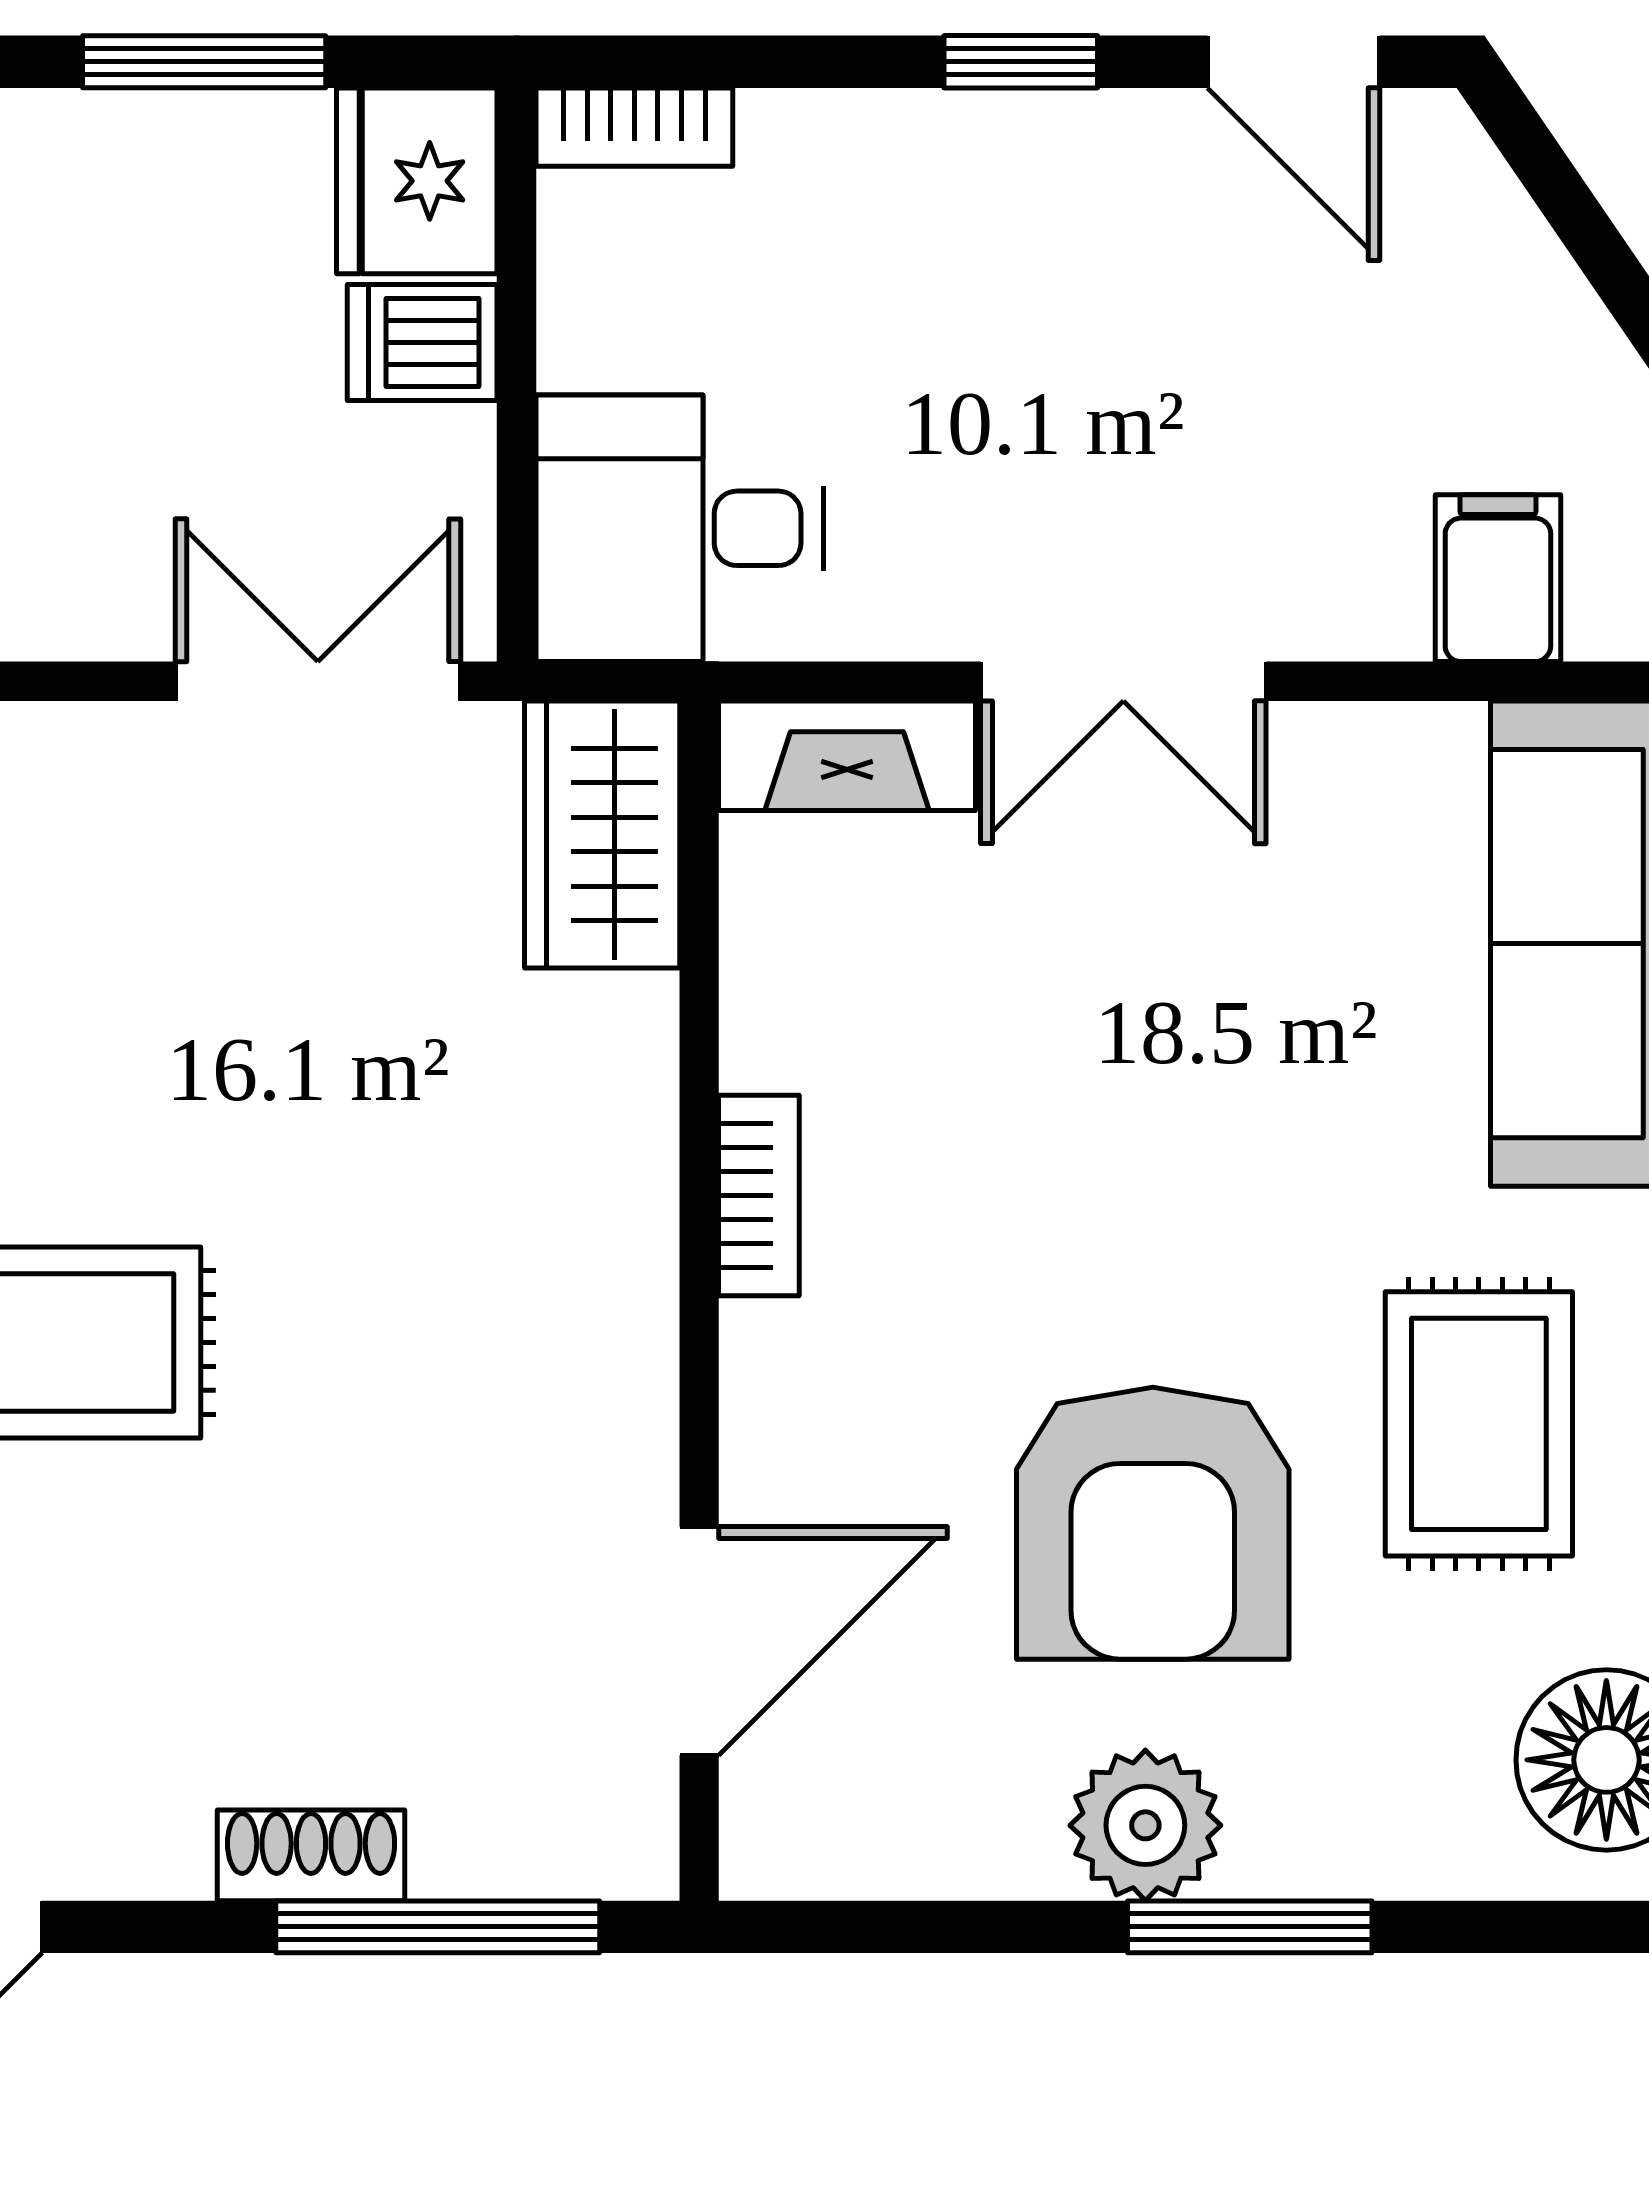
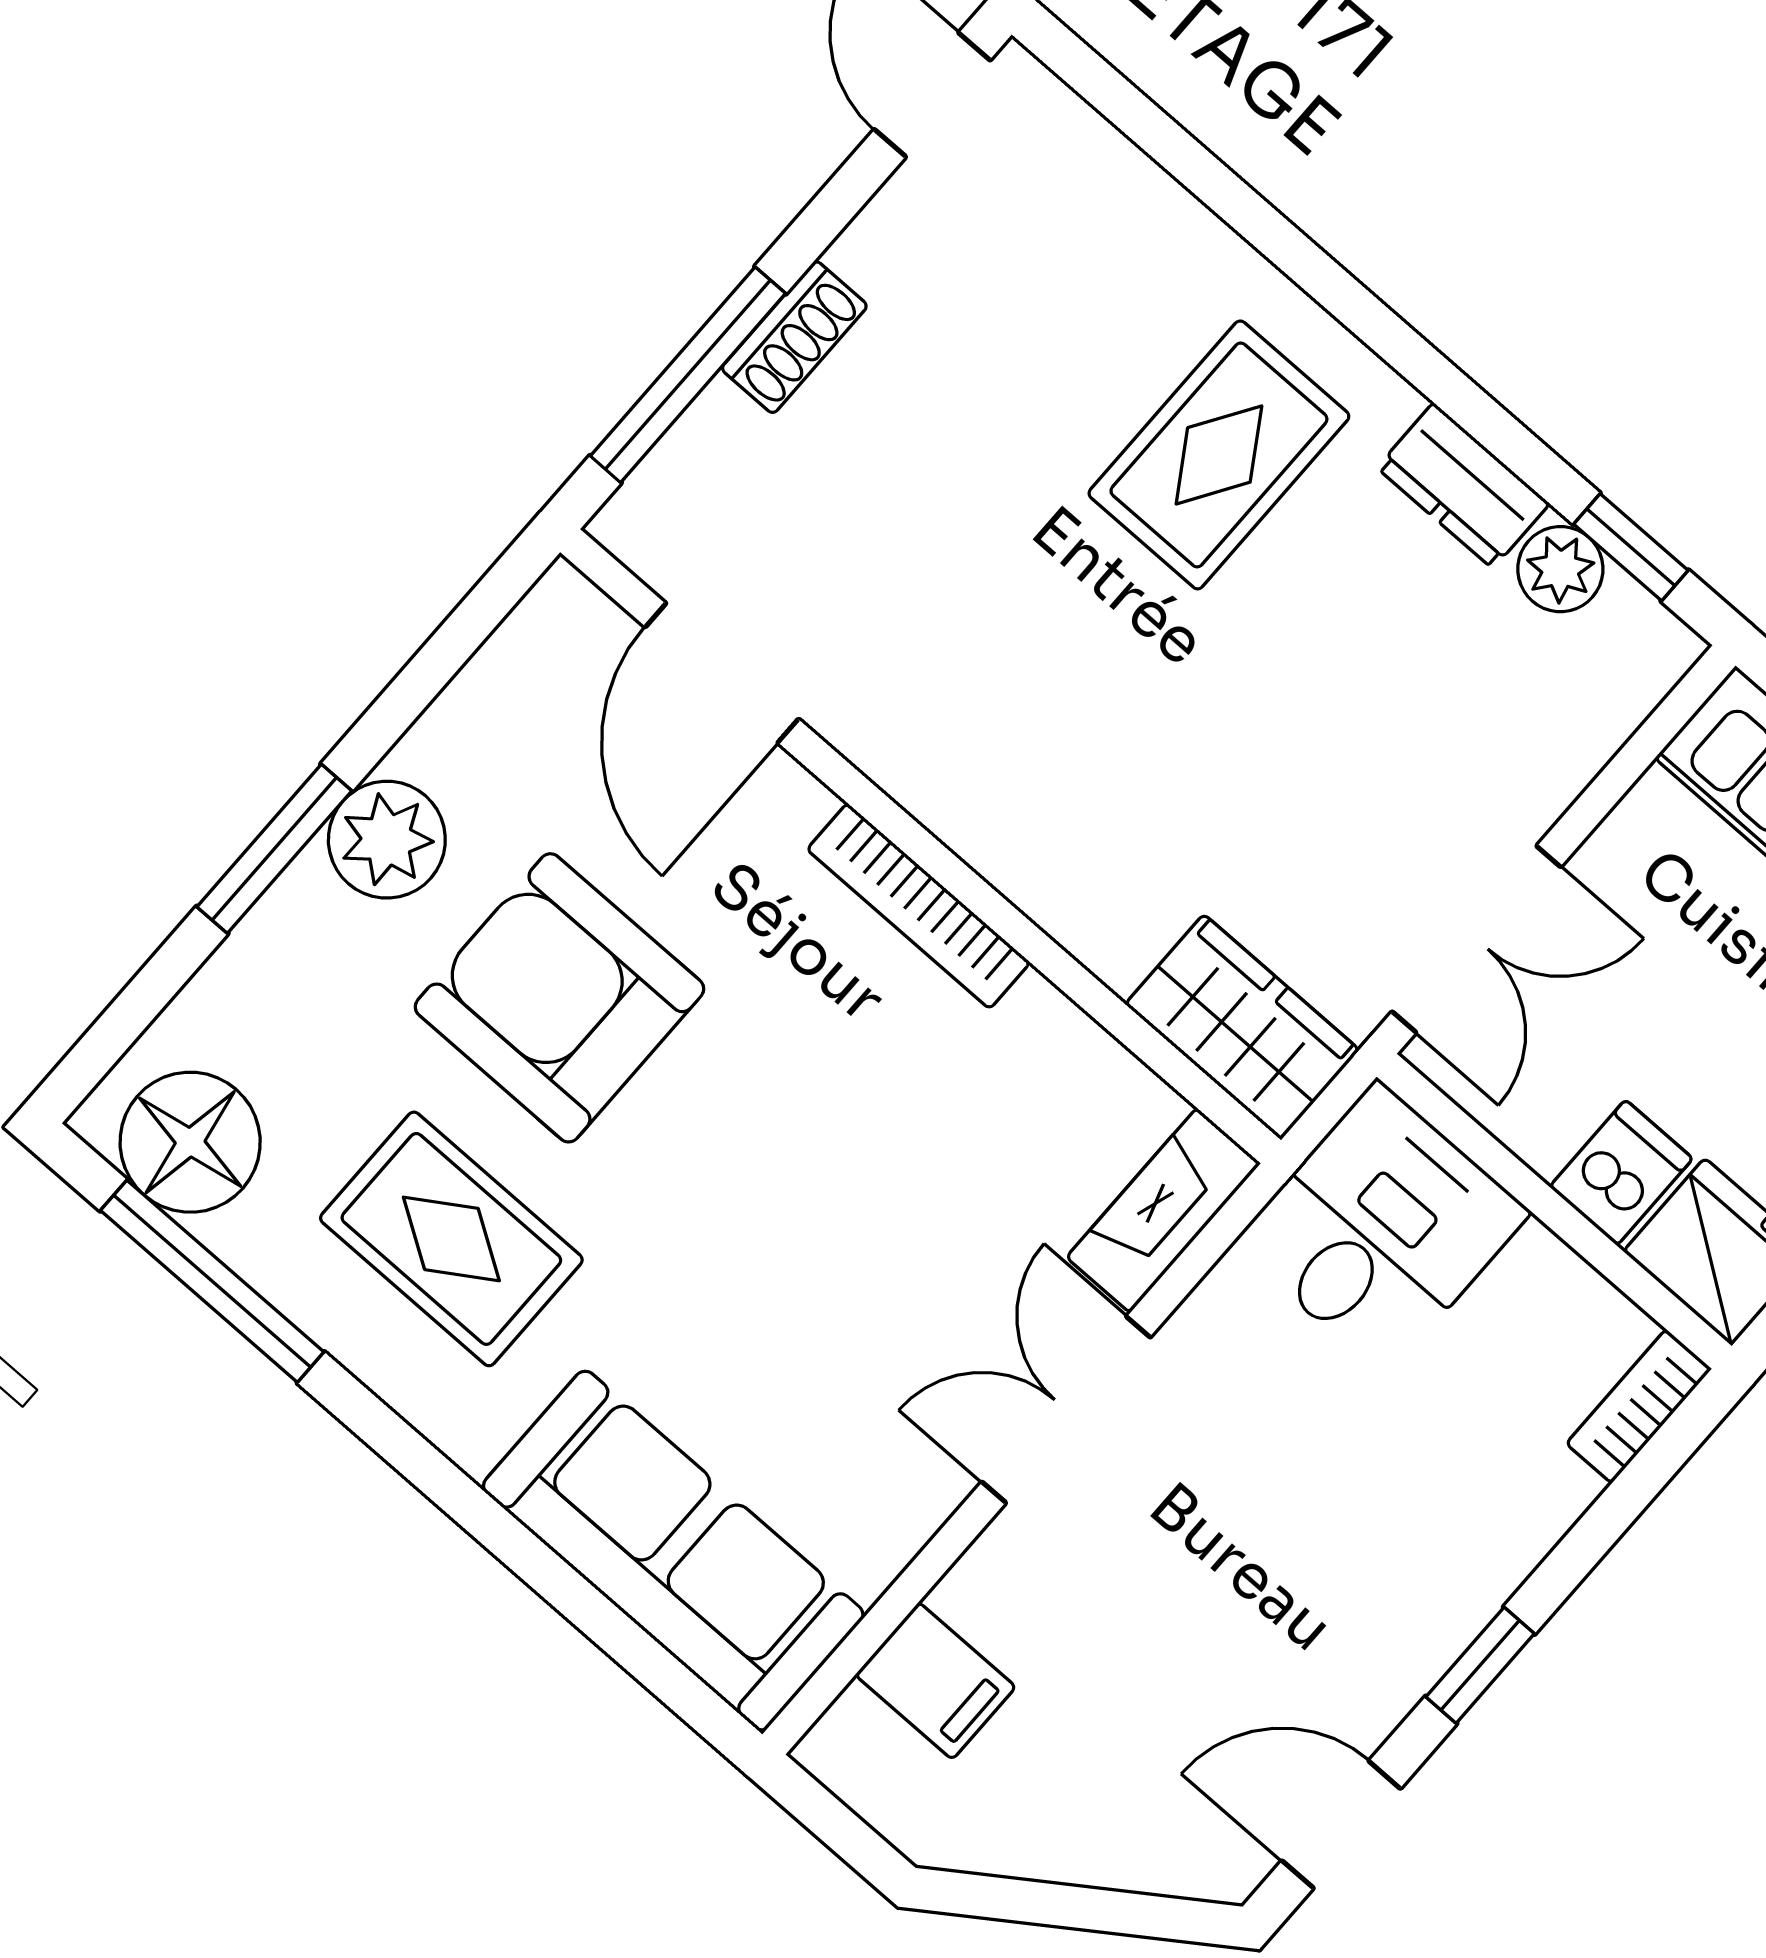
bookcase: (759, 1195) -> (919, 906), width x1.56

